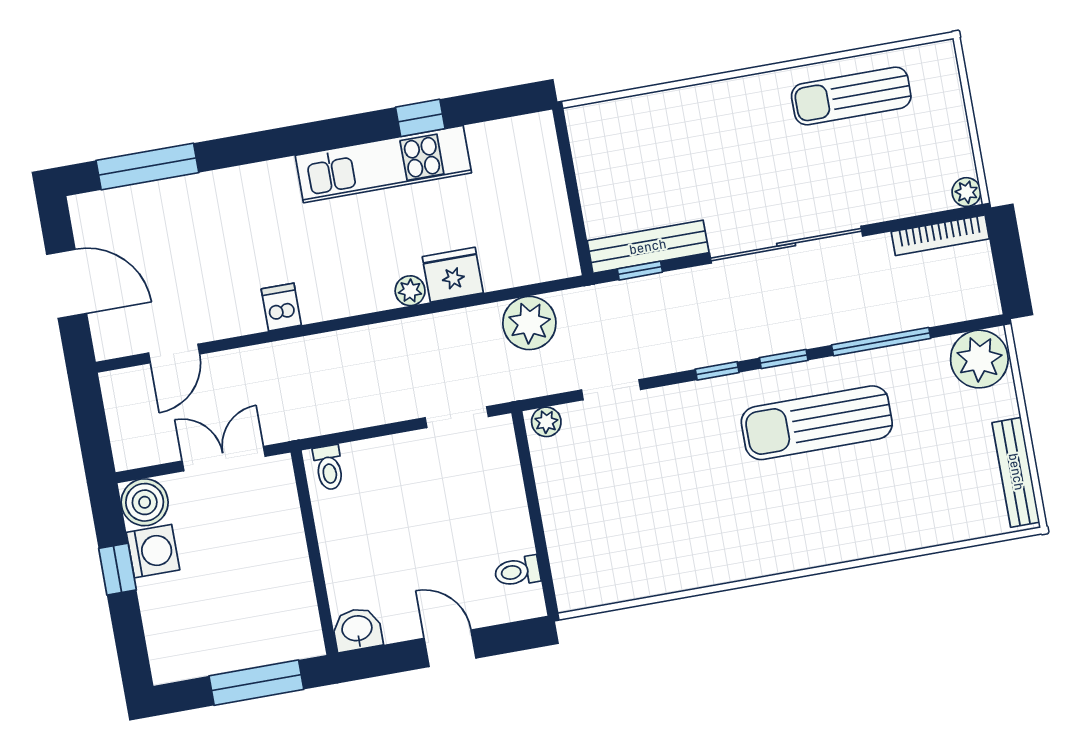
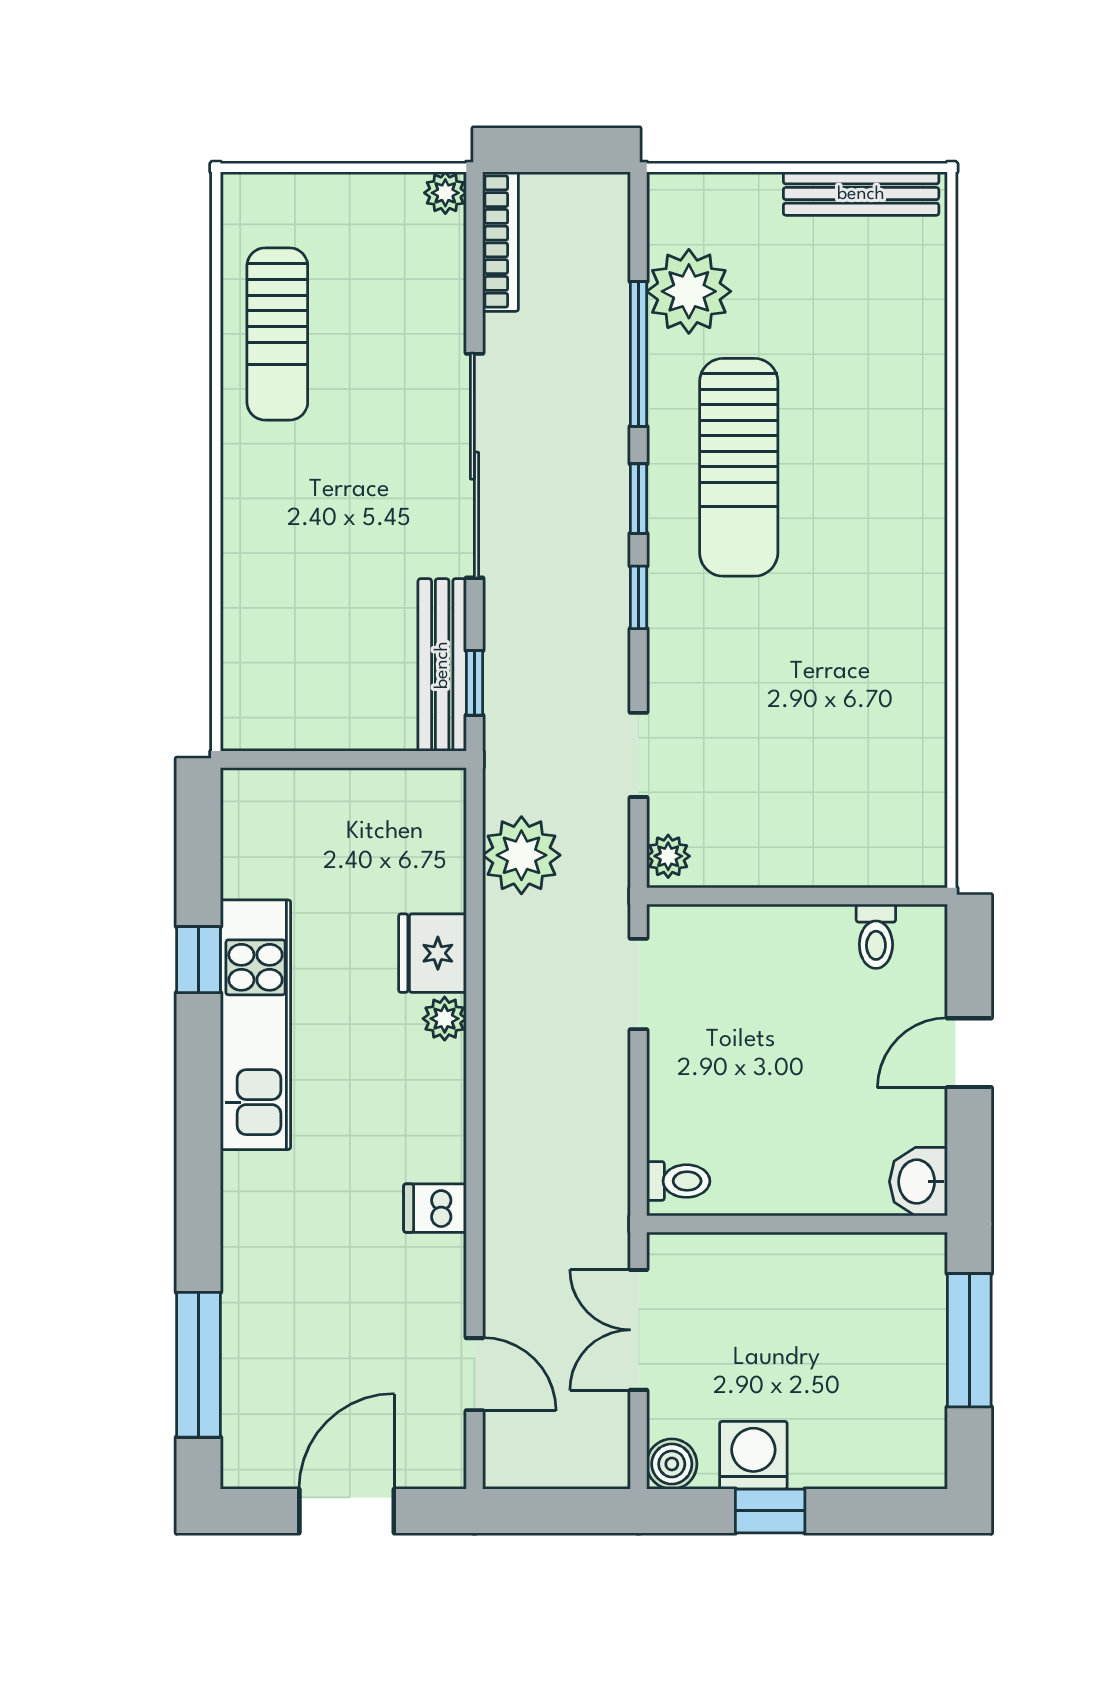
plant: (979, 359) -> (689, 291), moved
boiler: (145, 502) -> (672, 1464), width x0.73, depth x0.73

